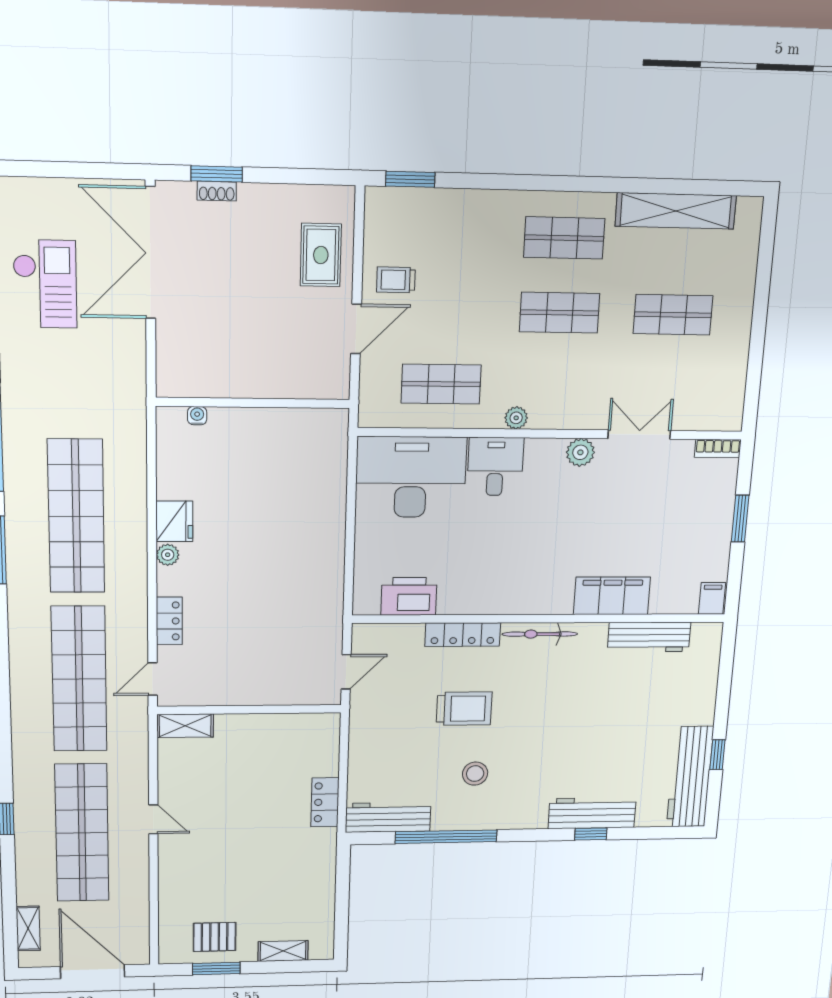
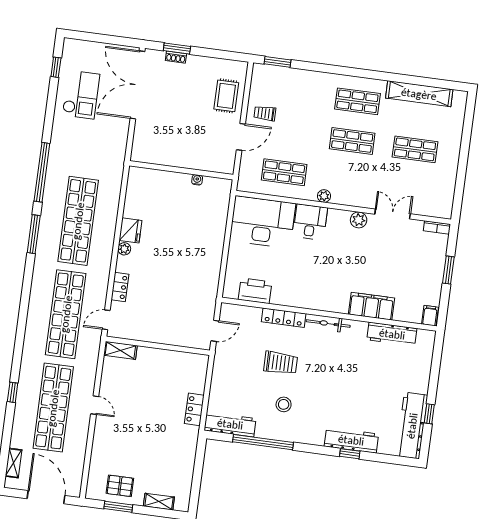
water cooler: (197, 416) -> (197, 180), moved

